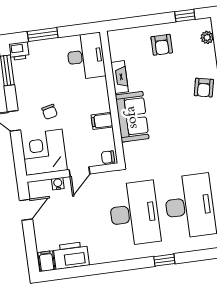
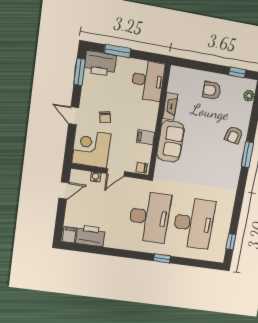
armchair: (162, 45) -> (212, 90), turned 90
printer: (19, 51) -> (100, 63), width x1.87, depth x1.48

